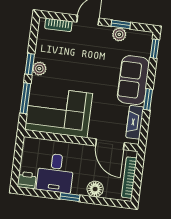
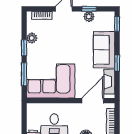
plant: (39, 69) -> (32, 38), moved
door: (110, 144) -> (93, 101), swing flipped

